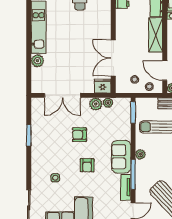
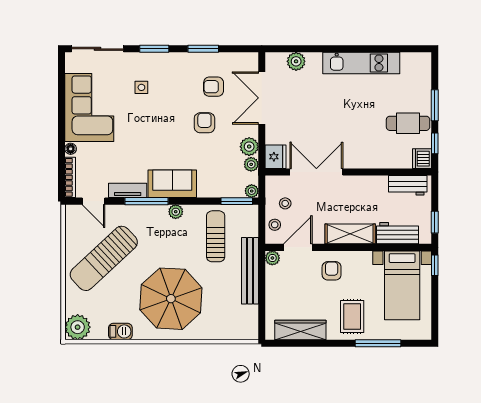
plant: (37, 61) -> (296, 61), moved
plant: (126, 102) -> (252, 191), added
armchair: (87, 165) -> (214, 87), moved
window: (29, 169) -> (154, 49), added

